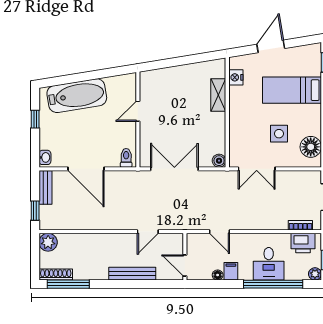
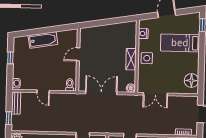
shelving: (218, 95) -> (131, 59), moved
bathtub: (77, 96) -> (43, 40), width x0.73, depth x0.73
side table: (279, 134) -> (147, 58), moved
door: (86, 169) -> (43, 91), width x0.53

